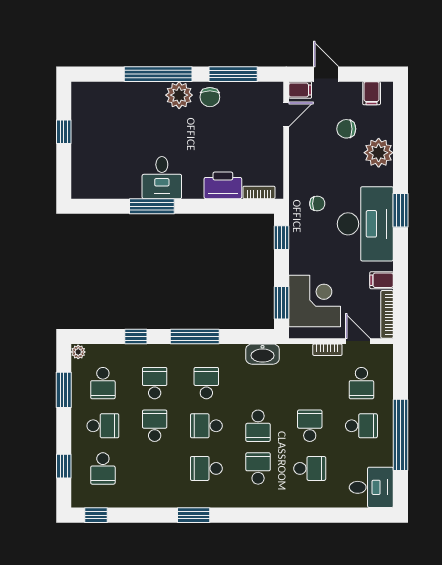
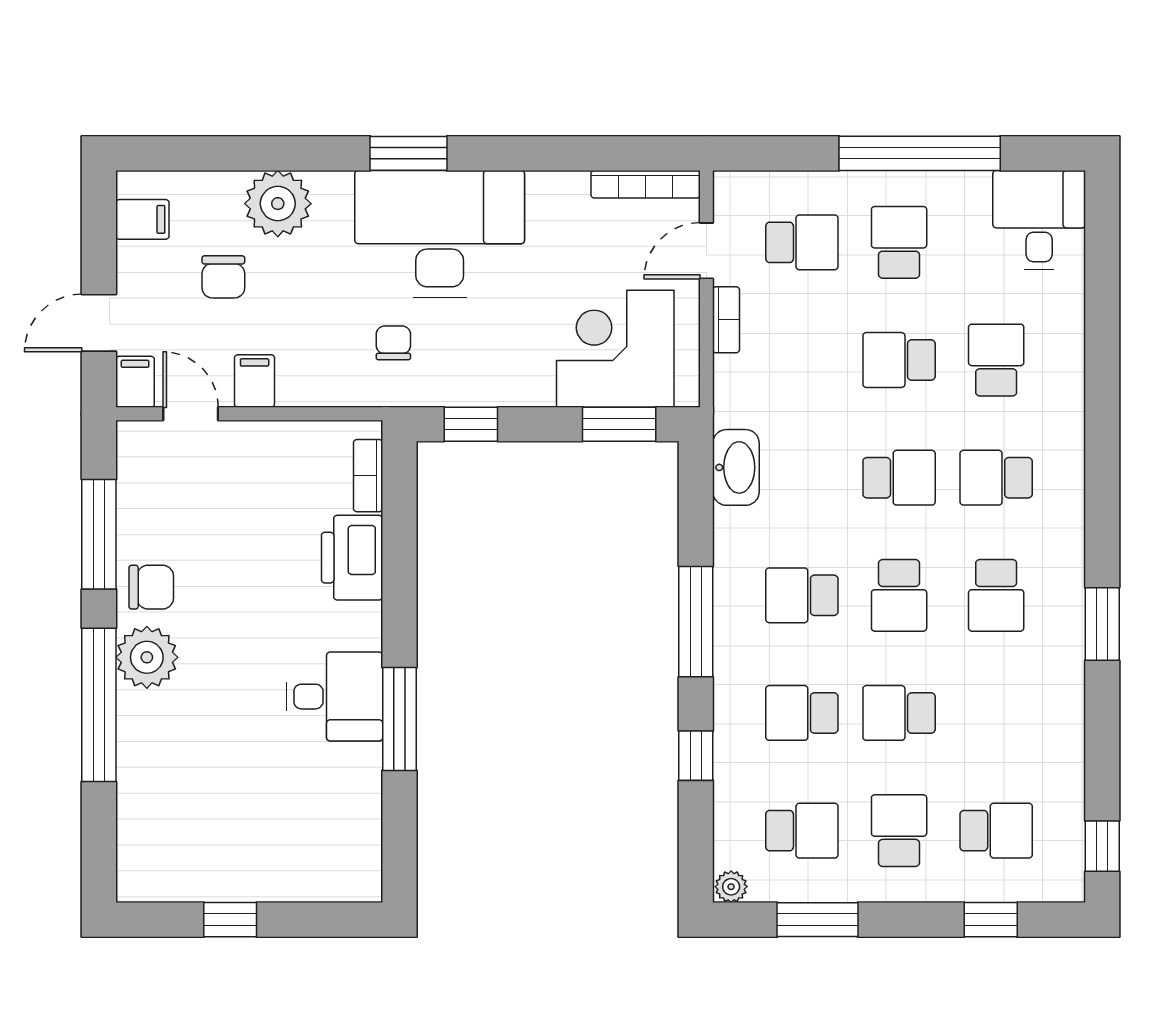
filing cabinet: (382, 280) -> (255, 381), moved, turned 180

